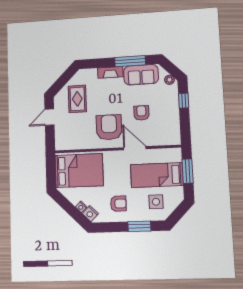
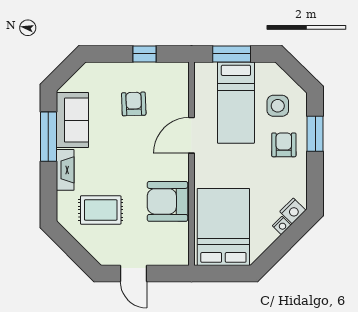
plant: (170, 80) -> (84, 74), removed
rug: (77, 99) -> (101, 210), moved
window: (184, 101) -> (144, 54), moved
armchair: (141, 113) -> (134, 104), moved, turned 88
armchair: (109, 127) -> (167, 201), moved
armchair: (118, 204) -> (284, 145), moved

